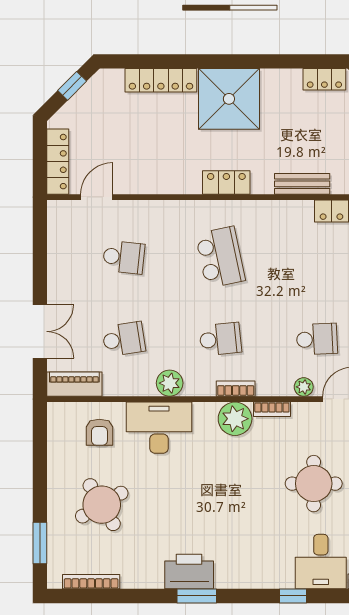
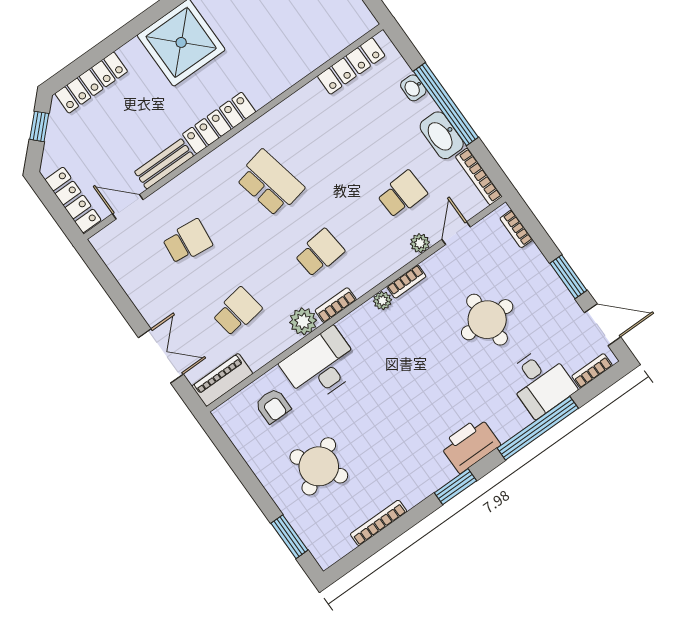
locker: (161, 80) -> (91, 82), moved
locker: (226, 182) -> (219, 123), width x1.53
bench: (302, 184) -> (164, 164), moved
door: (97, 197) -> (128, 207), hinge flipped
bookcase: (236, 389) -> (336, 305), moved
plant: (235, 419) -> (382, 301), width x0.53, depth x0.53
printer: (189, 571) -> (470, 445), moved
bookcase: (91, 582) -> (379, 523), moved
window: (293, 596) -> (538, 428), width x3.17

